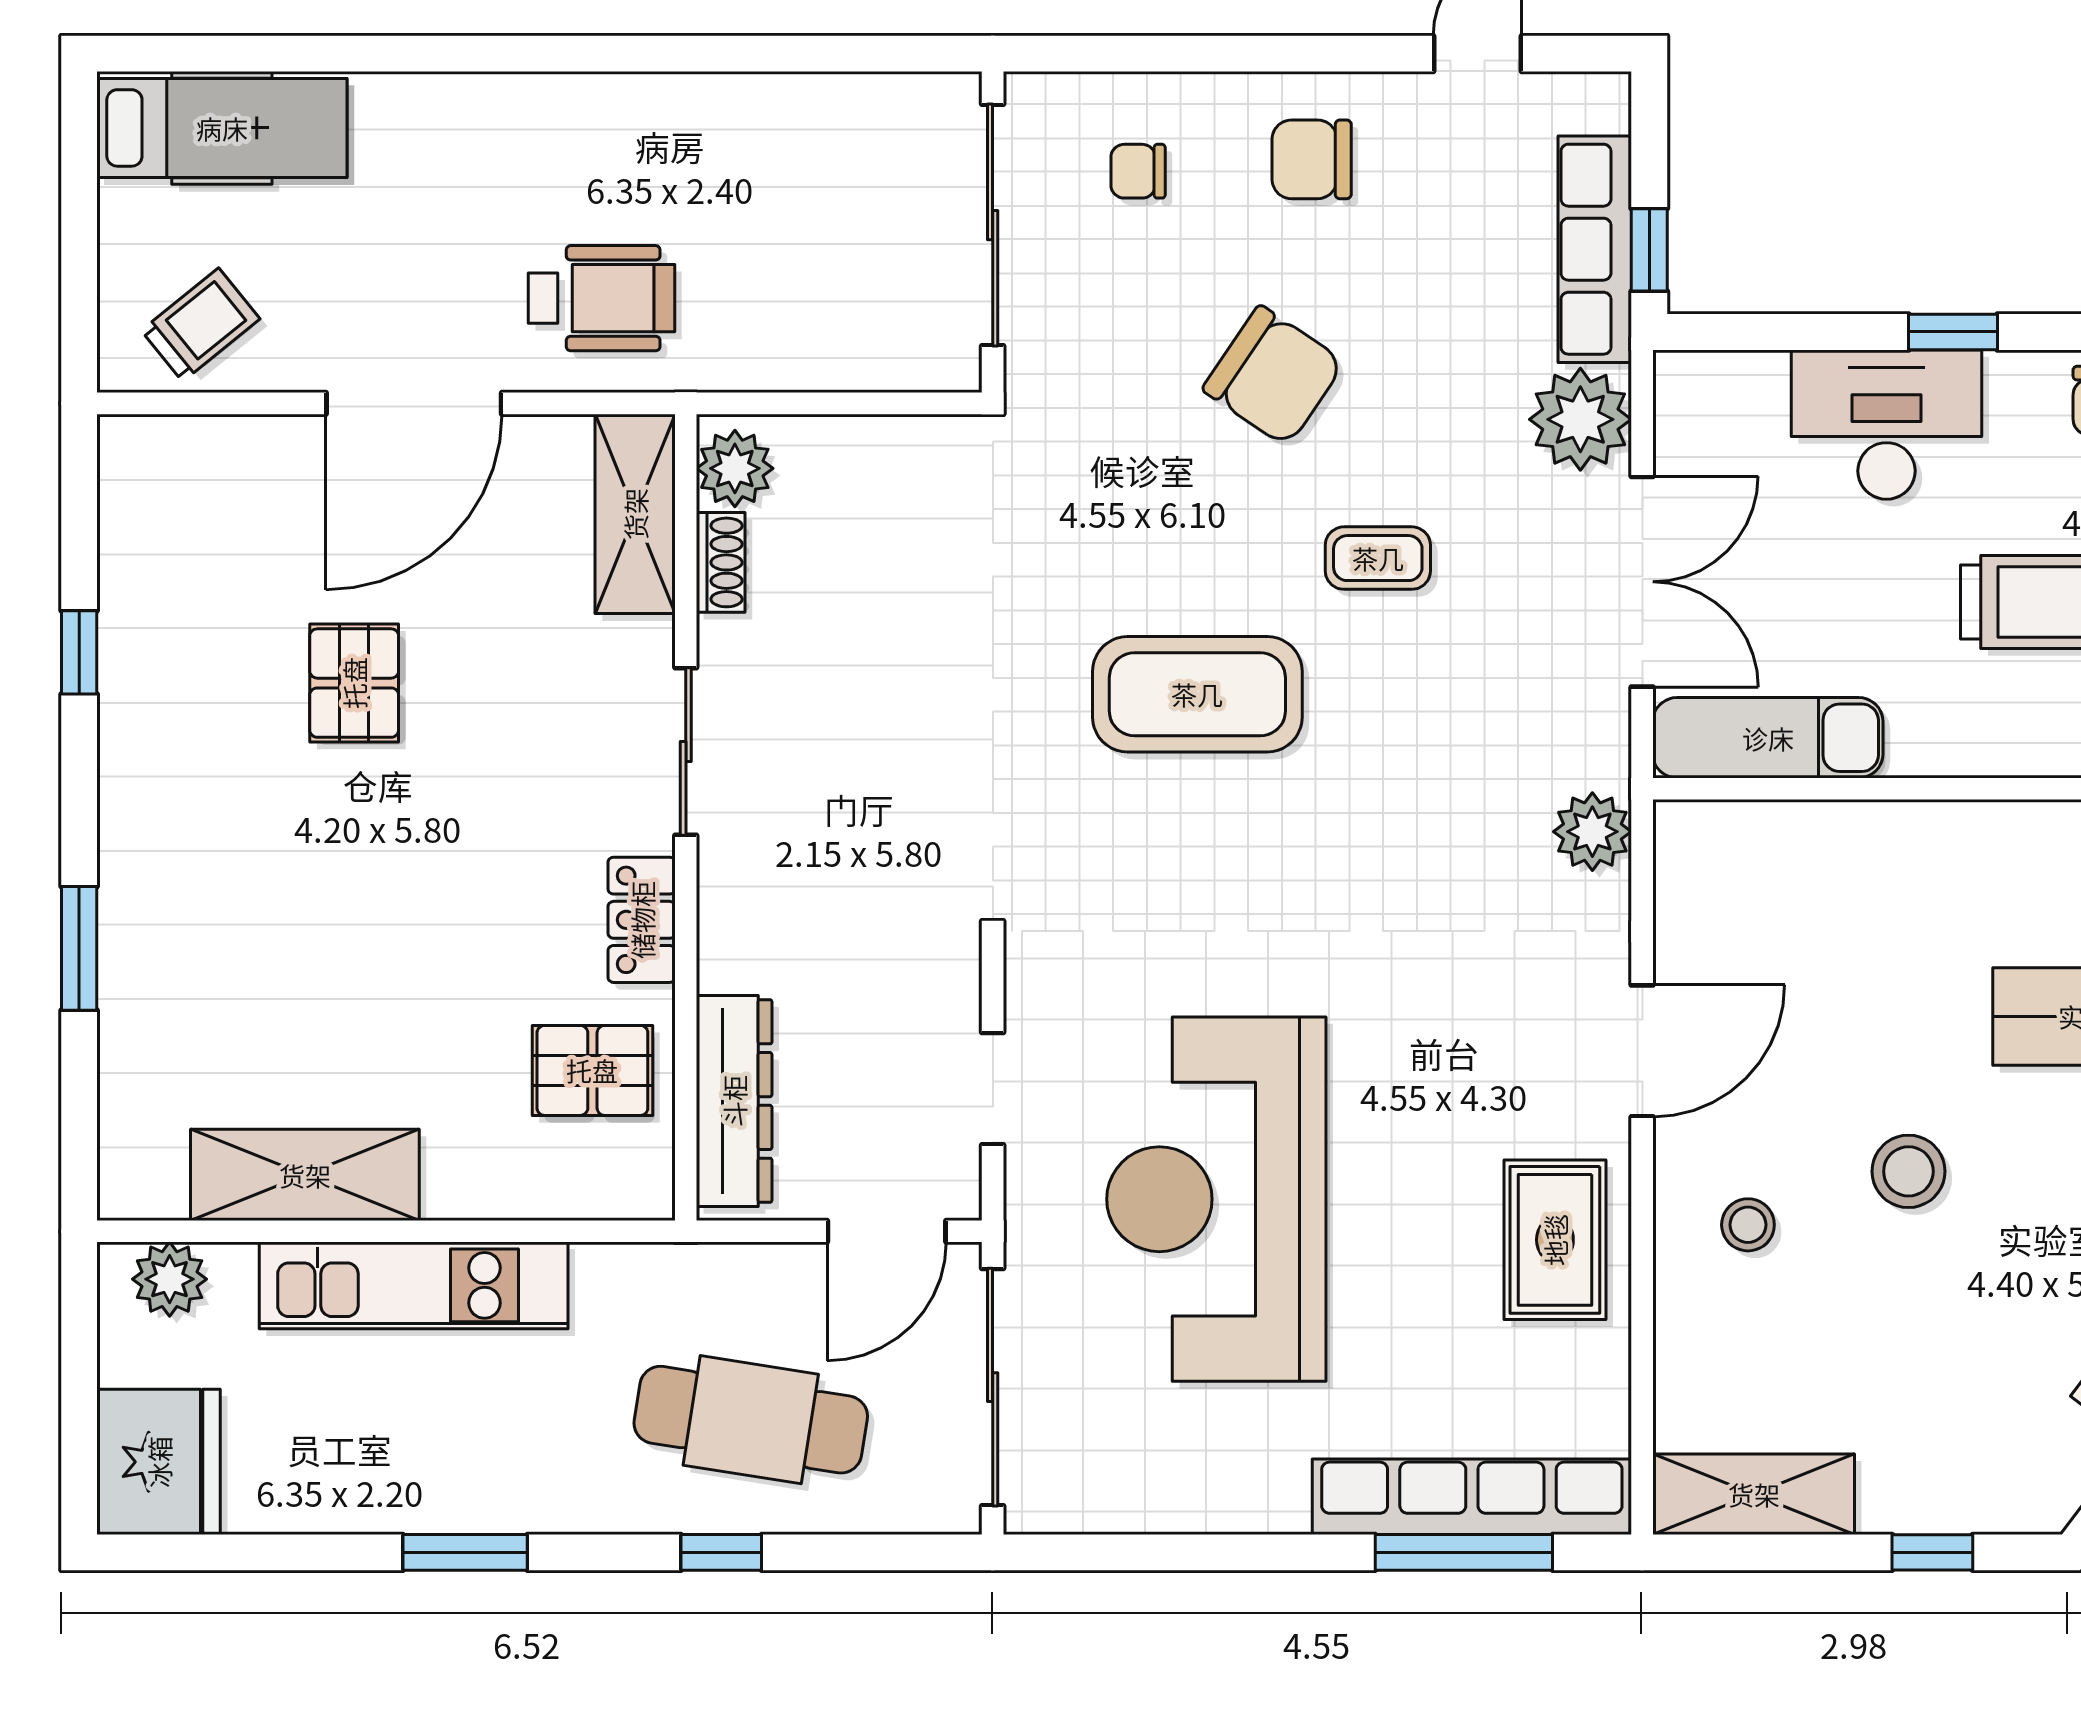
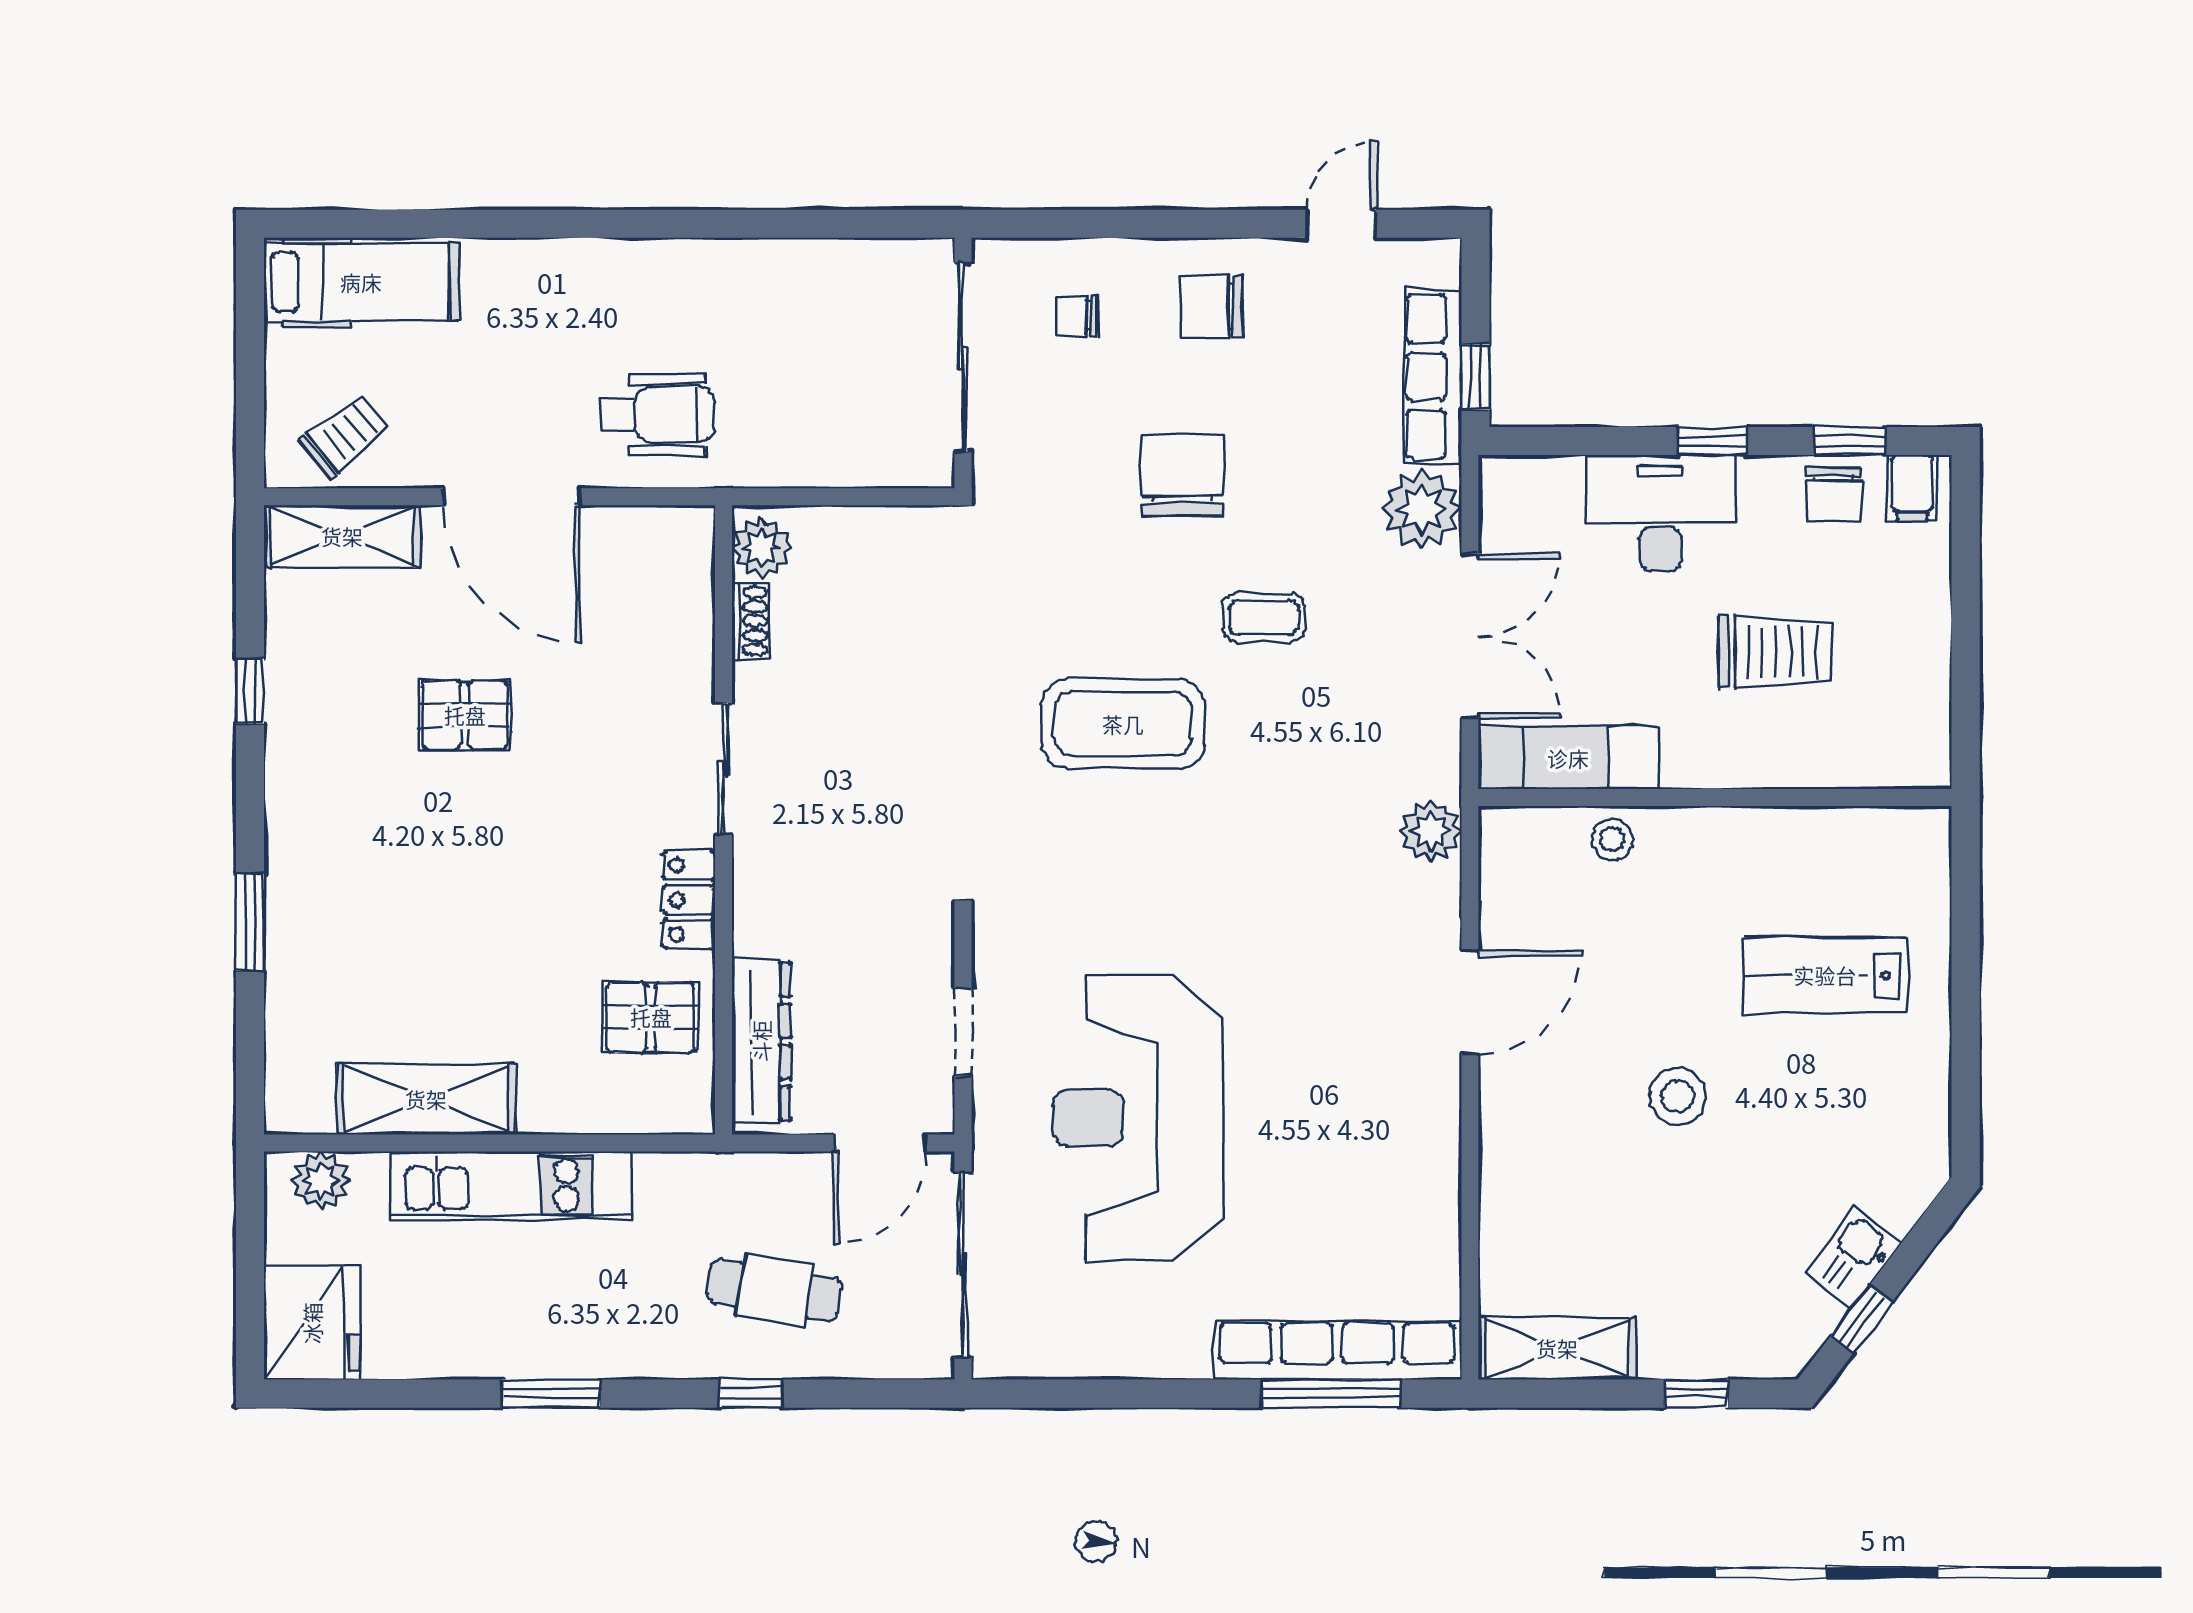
chair: (1273, 376) -> (1182, 475), turned -124
door: (414, 403) -> (511, 497), hinge flipped
shelving: (635, 514) -> (342, 536), moved, turned 90
pallet: (354, 683) -> (465, 715), turned 90
stool: (1748, 1225) -> (1613, 840), moved
rug: (1555, 1240) -> (1402, 1150), removed
cafe table: (751, 1420) -> (774, 1290), width x0.73, depth x0.74

